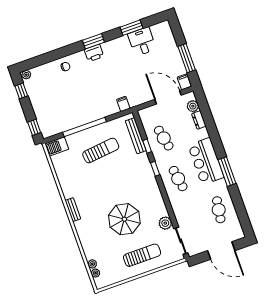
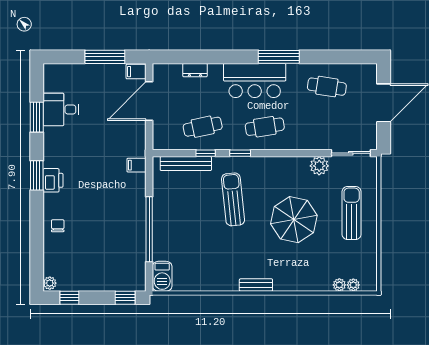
plant: (193, 106) -> (173, 72), removed
sun lounger: (101, 150) -> (233, 199), moved

